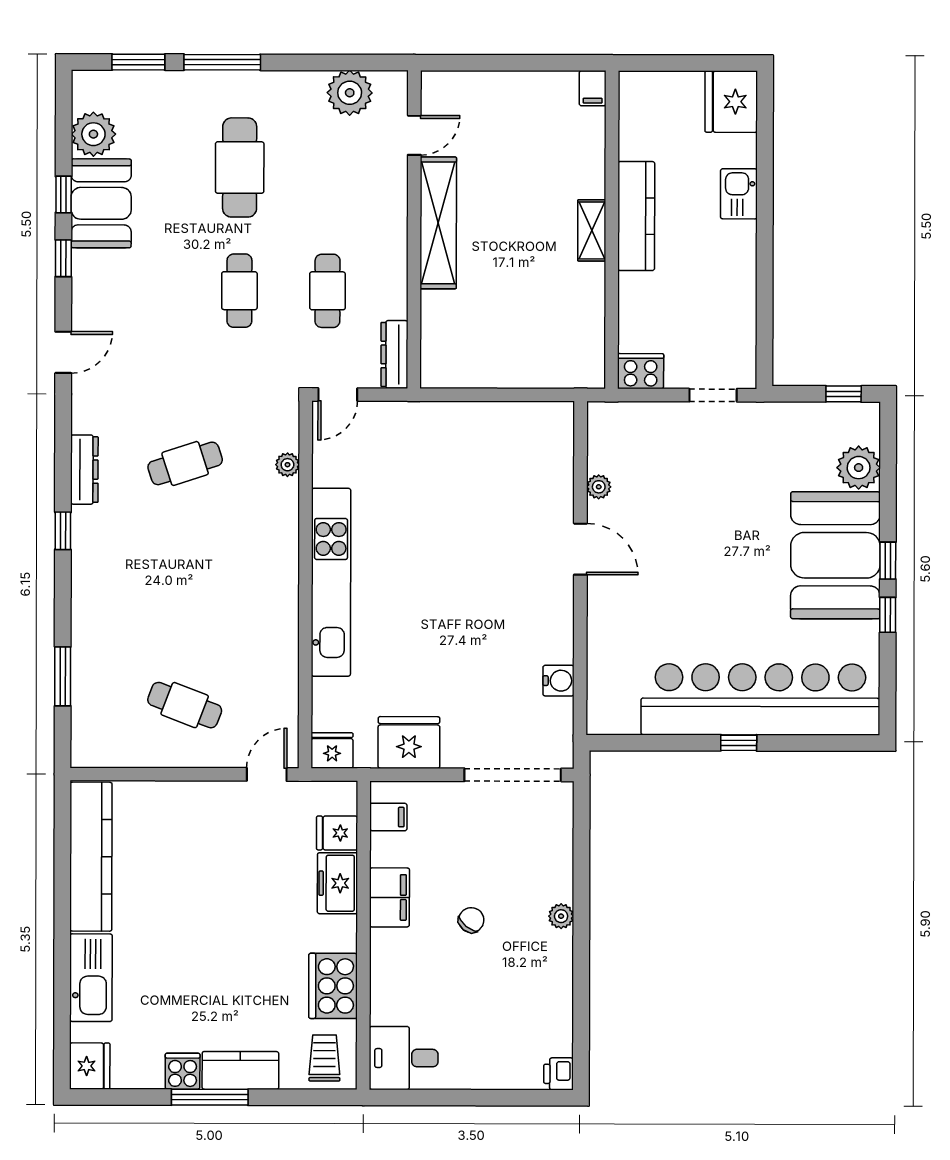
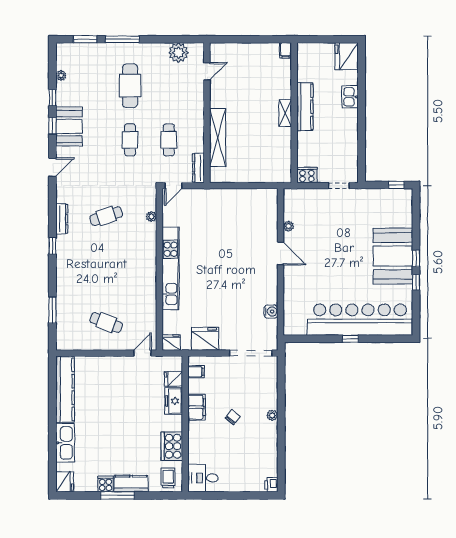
plant: (93, 134) -> (61, 76), width x0.53, depth x0.53
booth: (101, 203) -> (69, 126), moved
shelving: (438, 223) -> (218, 138), moved
plant: (859, 468) -> (403, 217), removed

